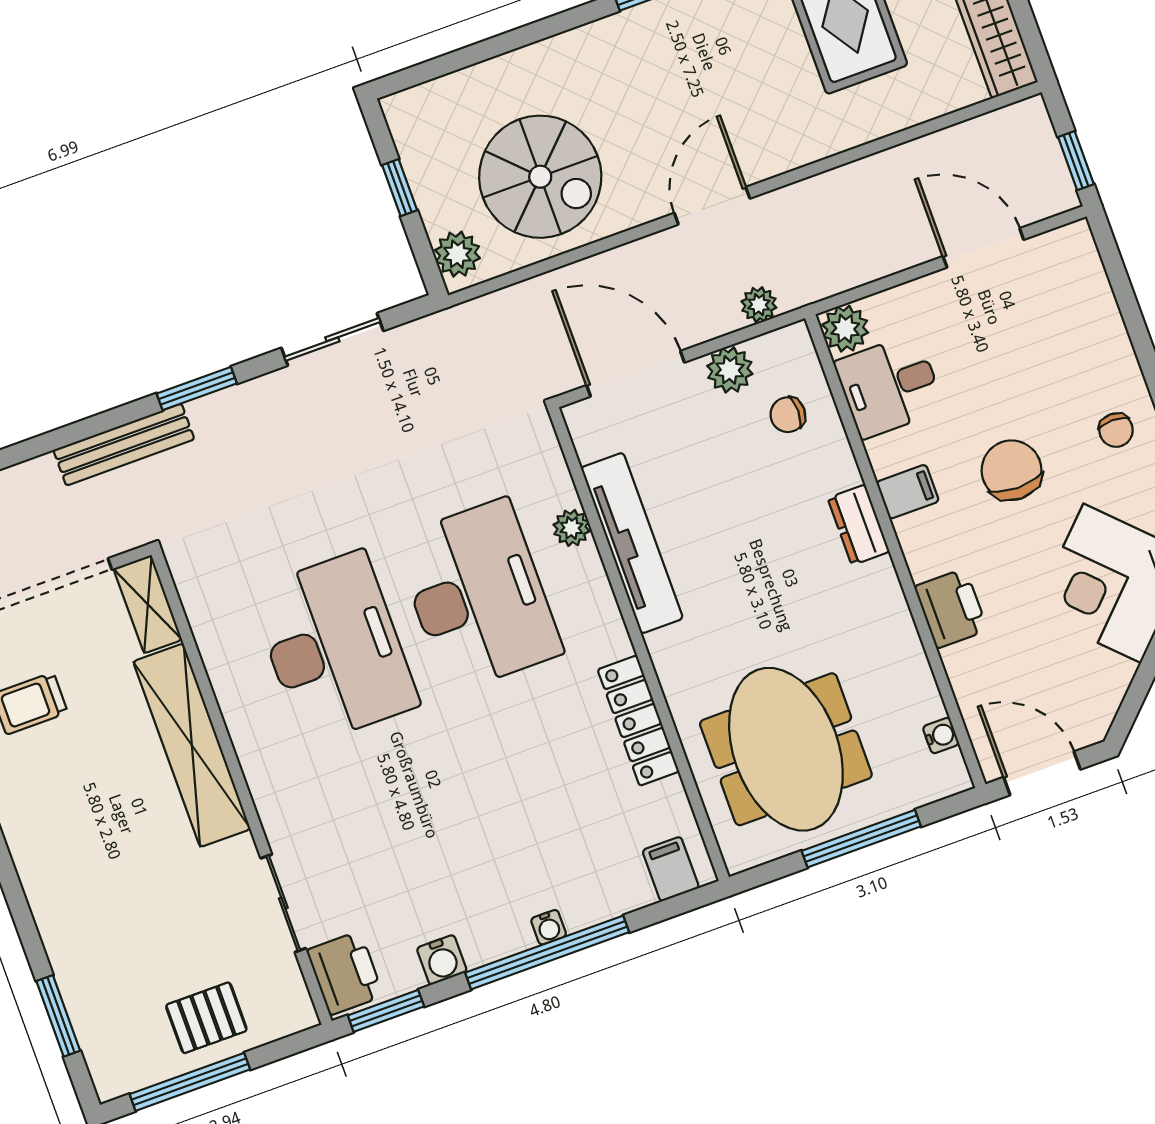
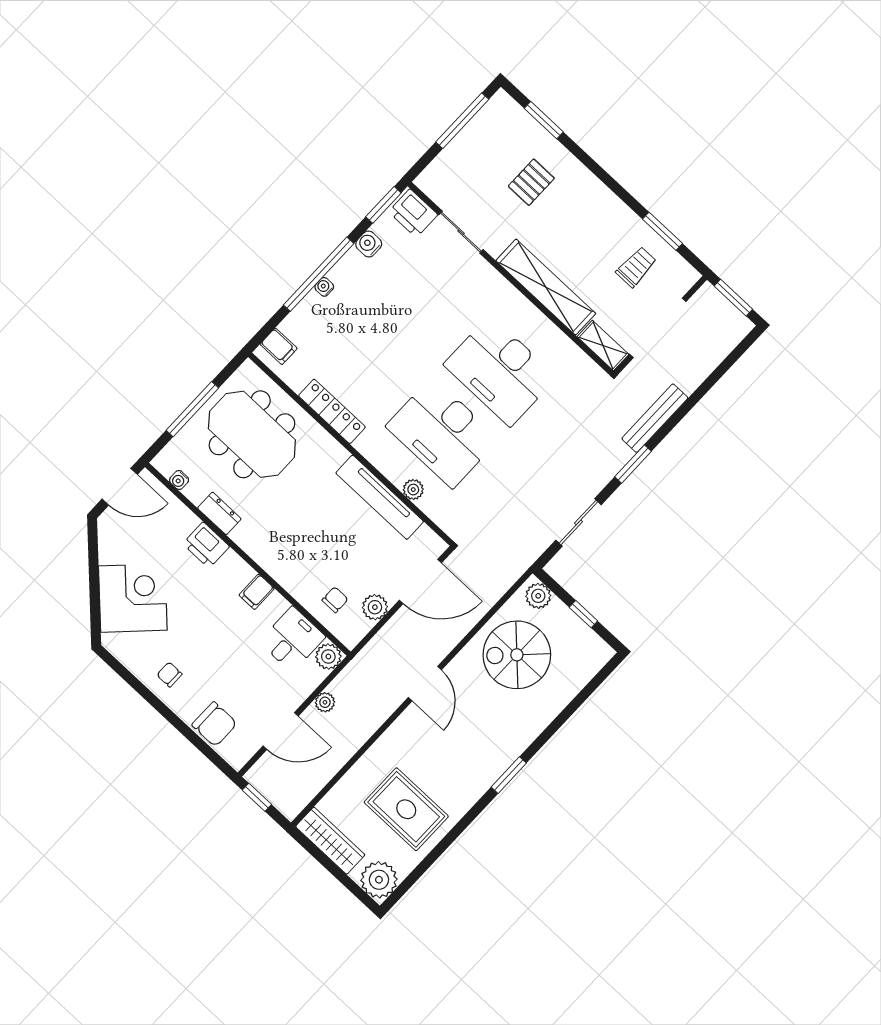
plant: (759, 305) -> (325, 702), moved
chair: (1011, 470) -> (214, 724), moved
dresser: (859, 525) -> (219, 513), moved
pallet: (206, 1018) -> (531, 182), moved

